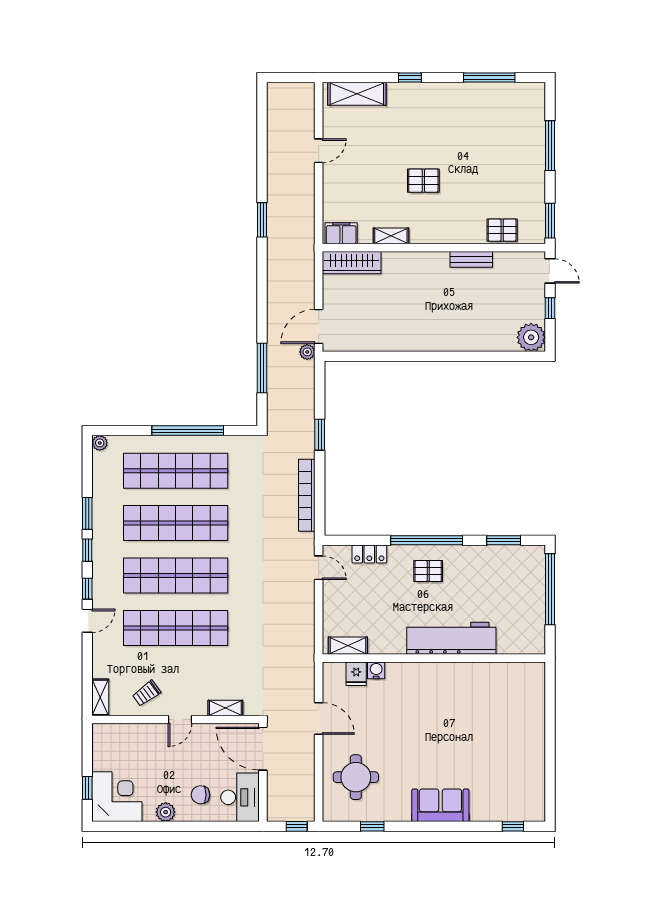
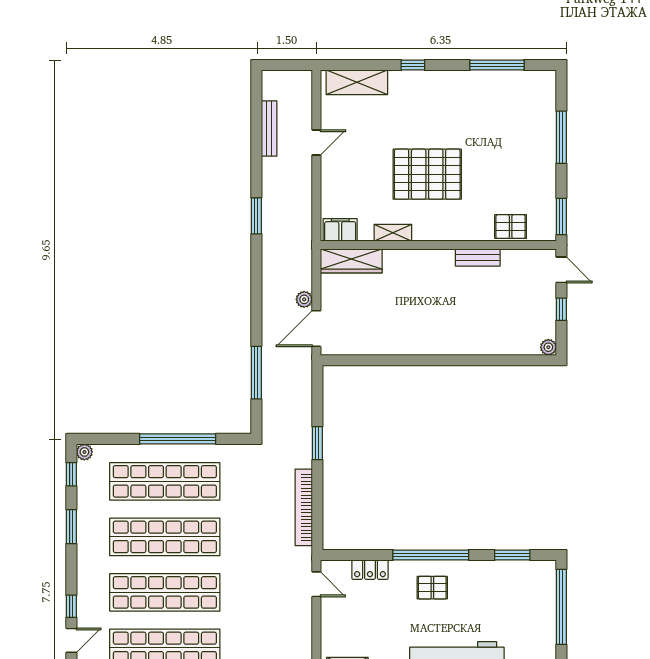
bench: (274, 138) -> (269, 129), added
pallet: (423, 181) -> (427, 174), width x2.05, depth x2.00
plant: (531, 337) -> (548, 347), width x0.53, depth x0.53
plant: (307, 352) -> (304, 299), moved
window: (87, 550) -> (71, 474), moved

